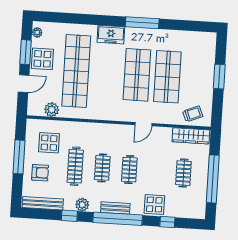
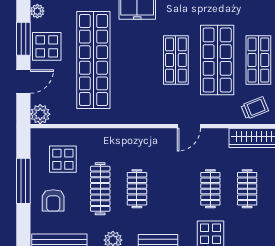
shop shelf: (137, 75) -> (176, 60), width x0.70, depth x0.74
shop shelf: (198, 79) -> (258, 60), added
plant: (52, 110) -> (40, 114), moved
clothes rail: (129, 170) -> (210, 189), moved
armchair: (40, 173) -> (53, 200), turned 90

